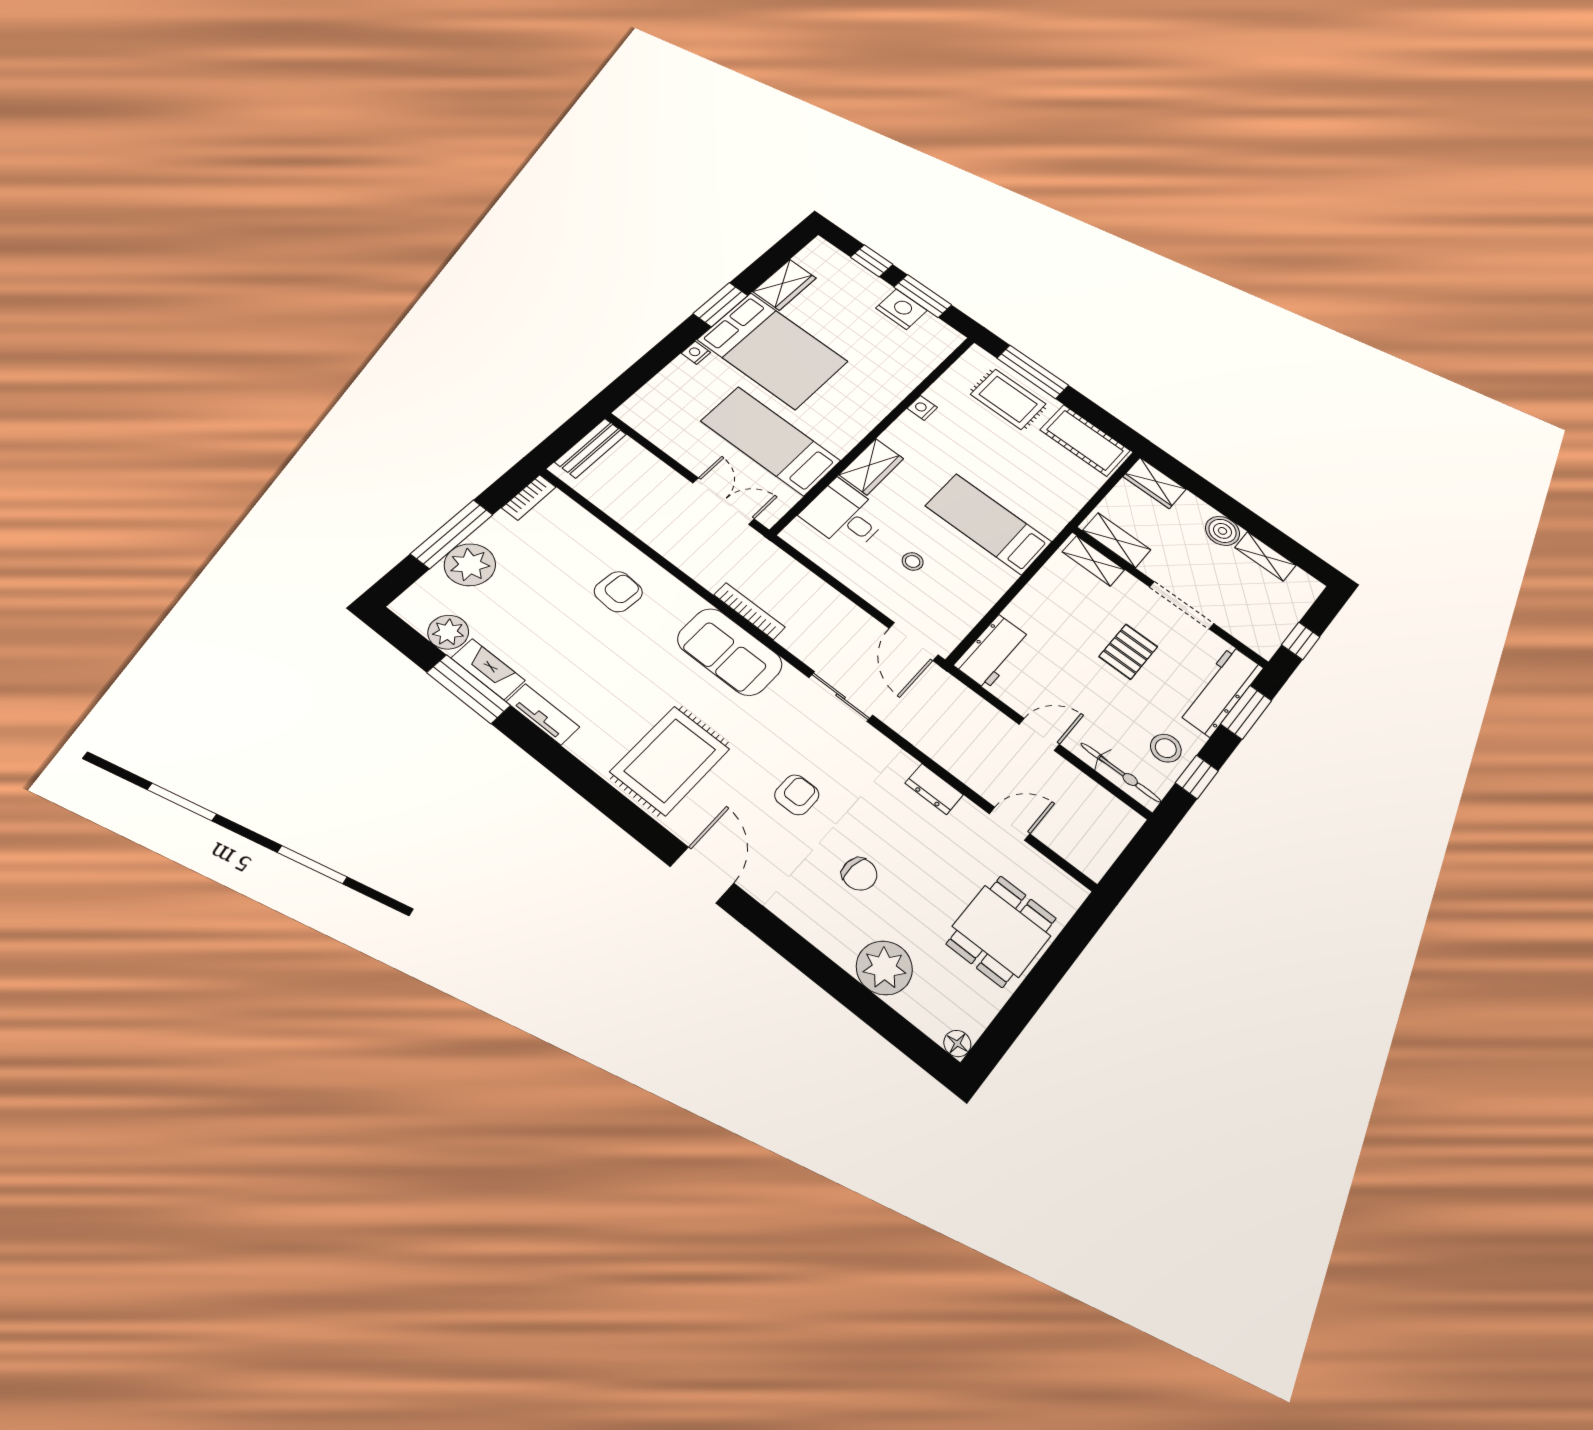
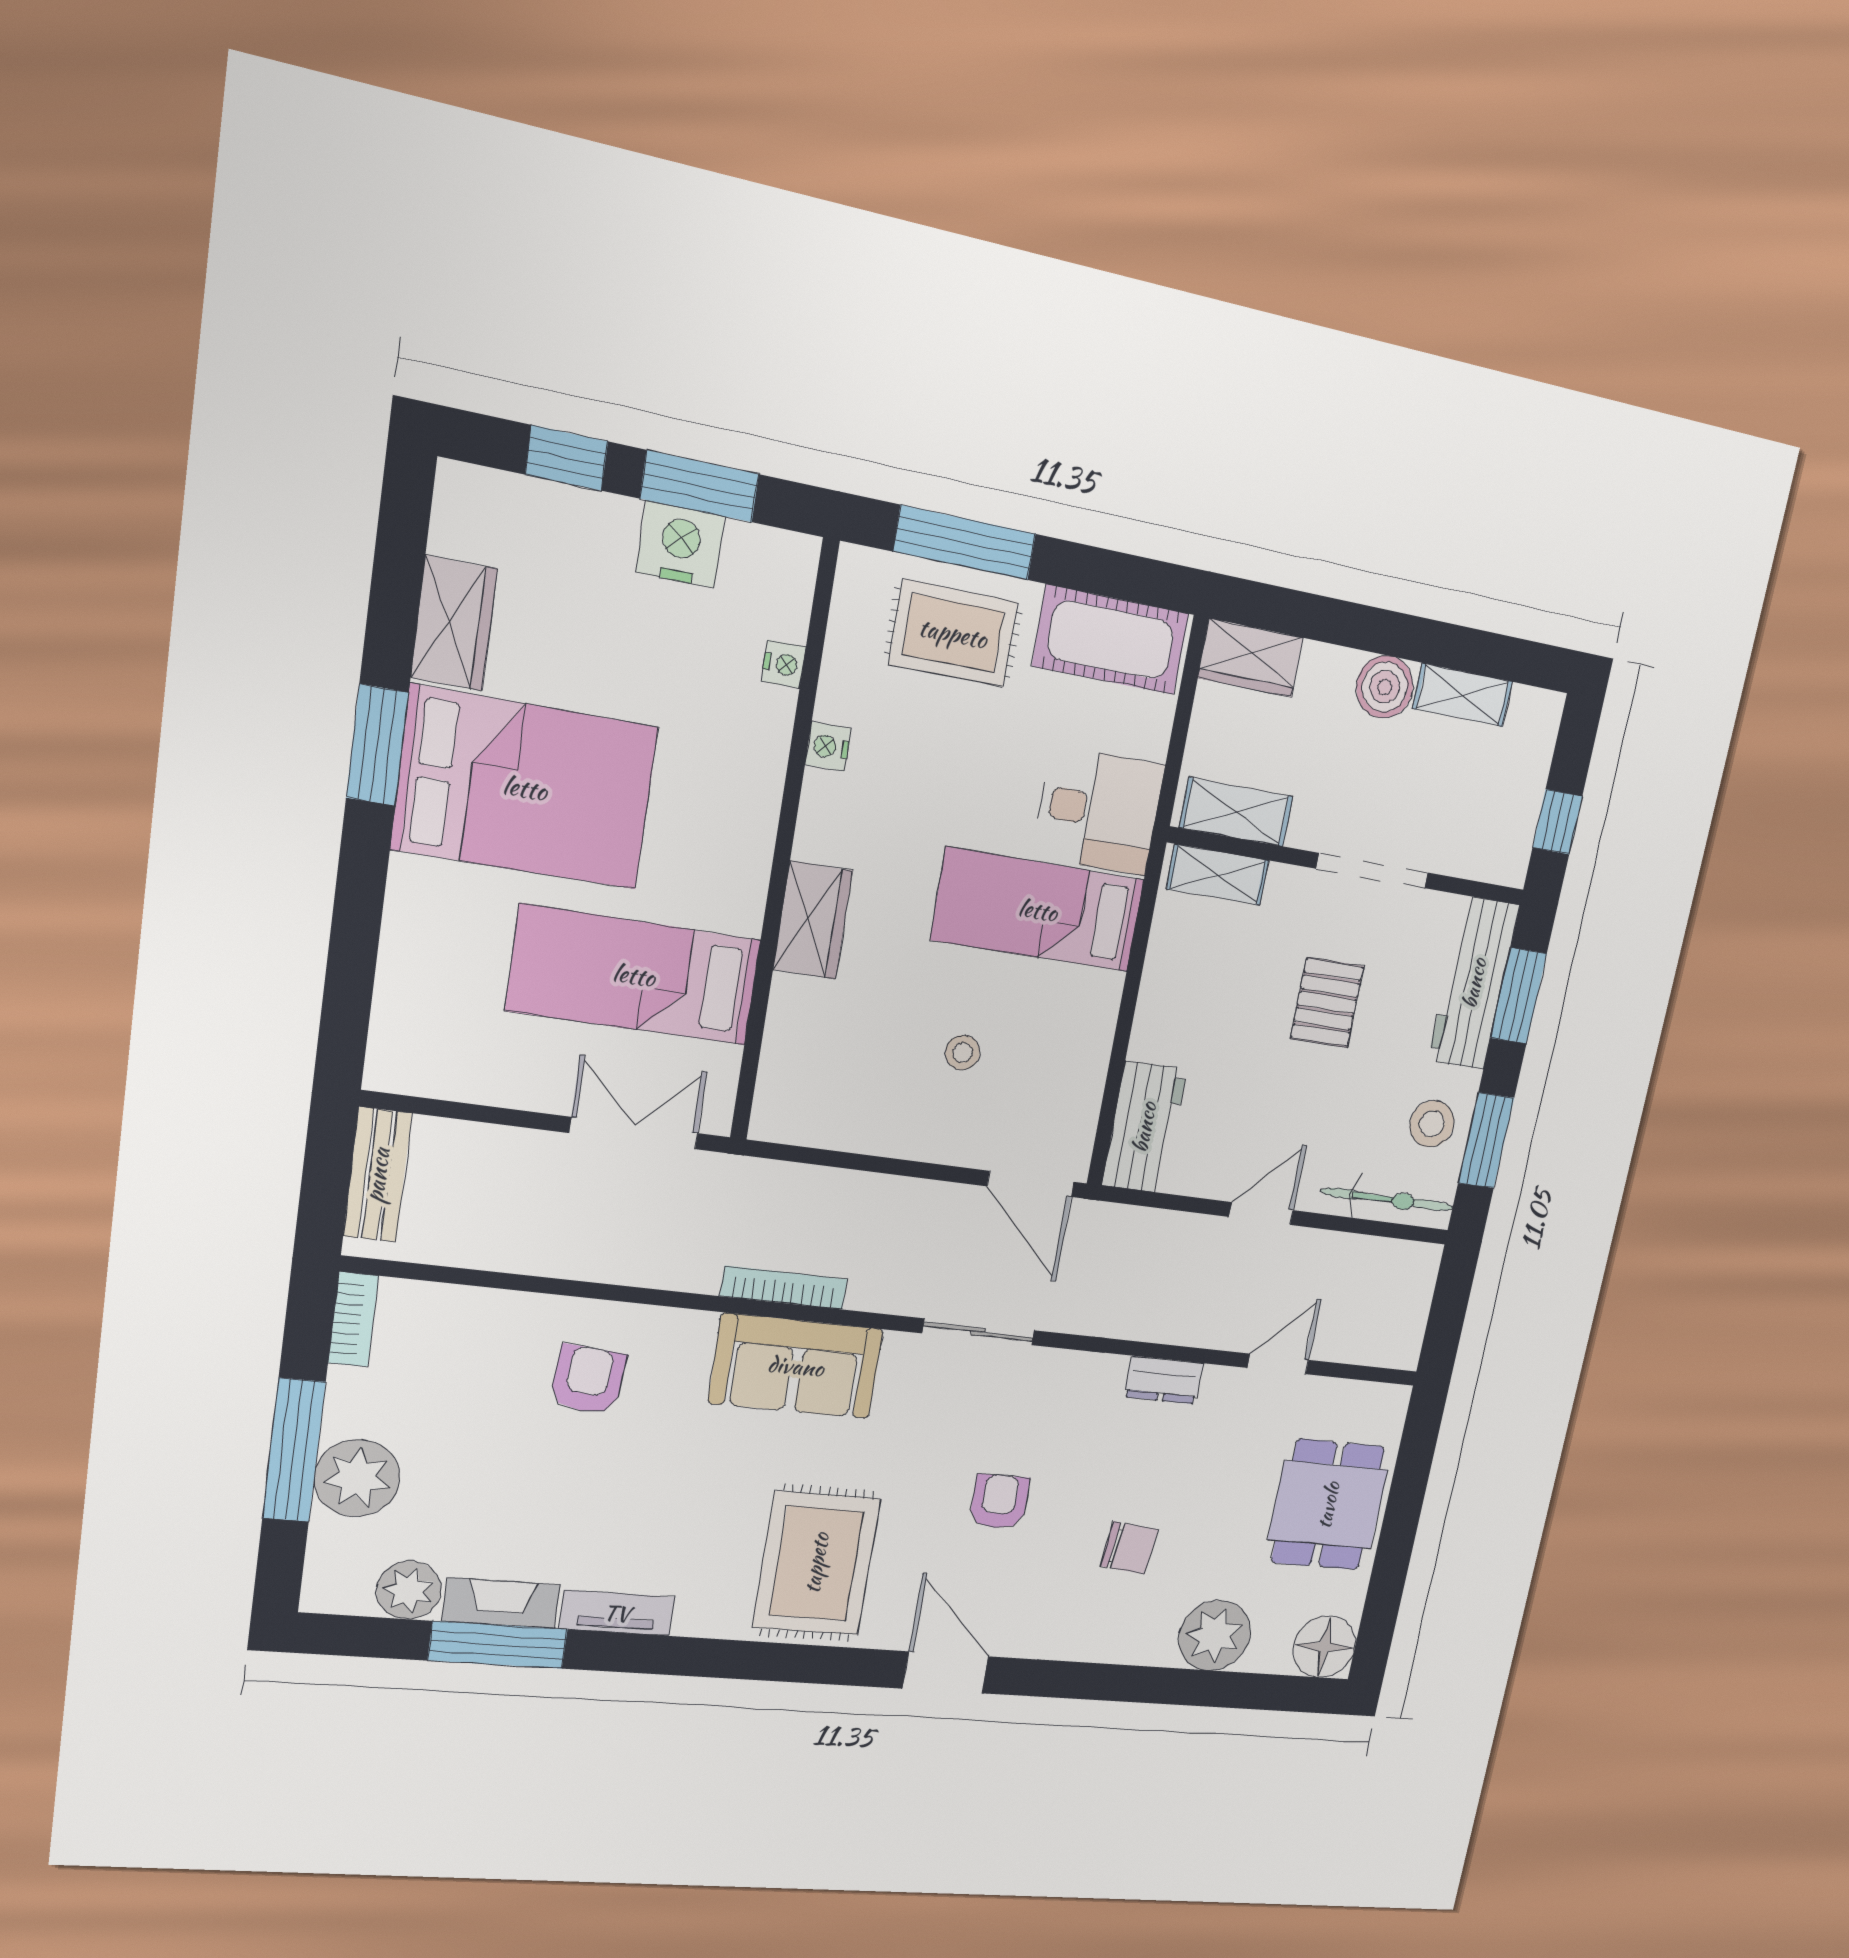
nightstand: (696, 353) -> (784, 664), moved, turned 180
desk: (845, 516) -> (1099, 810), moved, turned 180
window: (1197, 777) -> (1486, 1140), width x1.50
floor lamp: (957, 1044) -> (1324, 1647), width x1.89, depth x1.89

